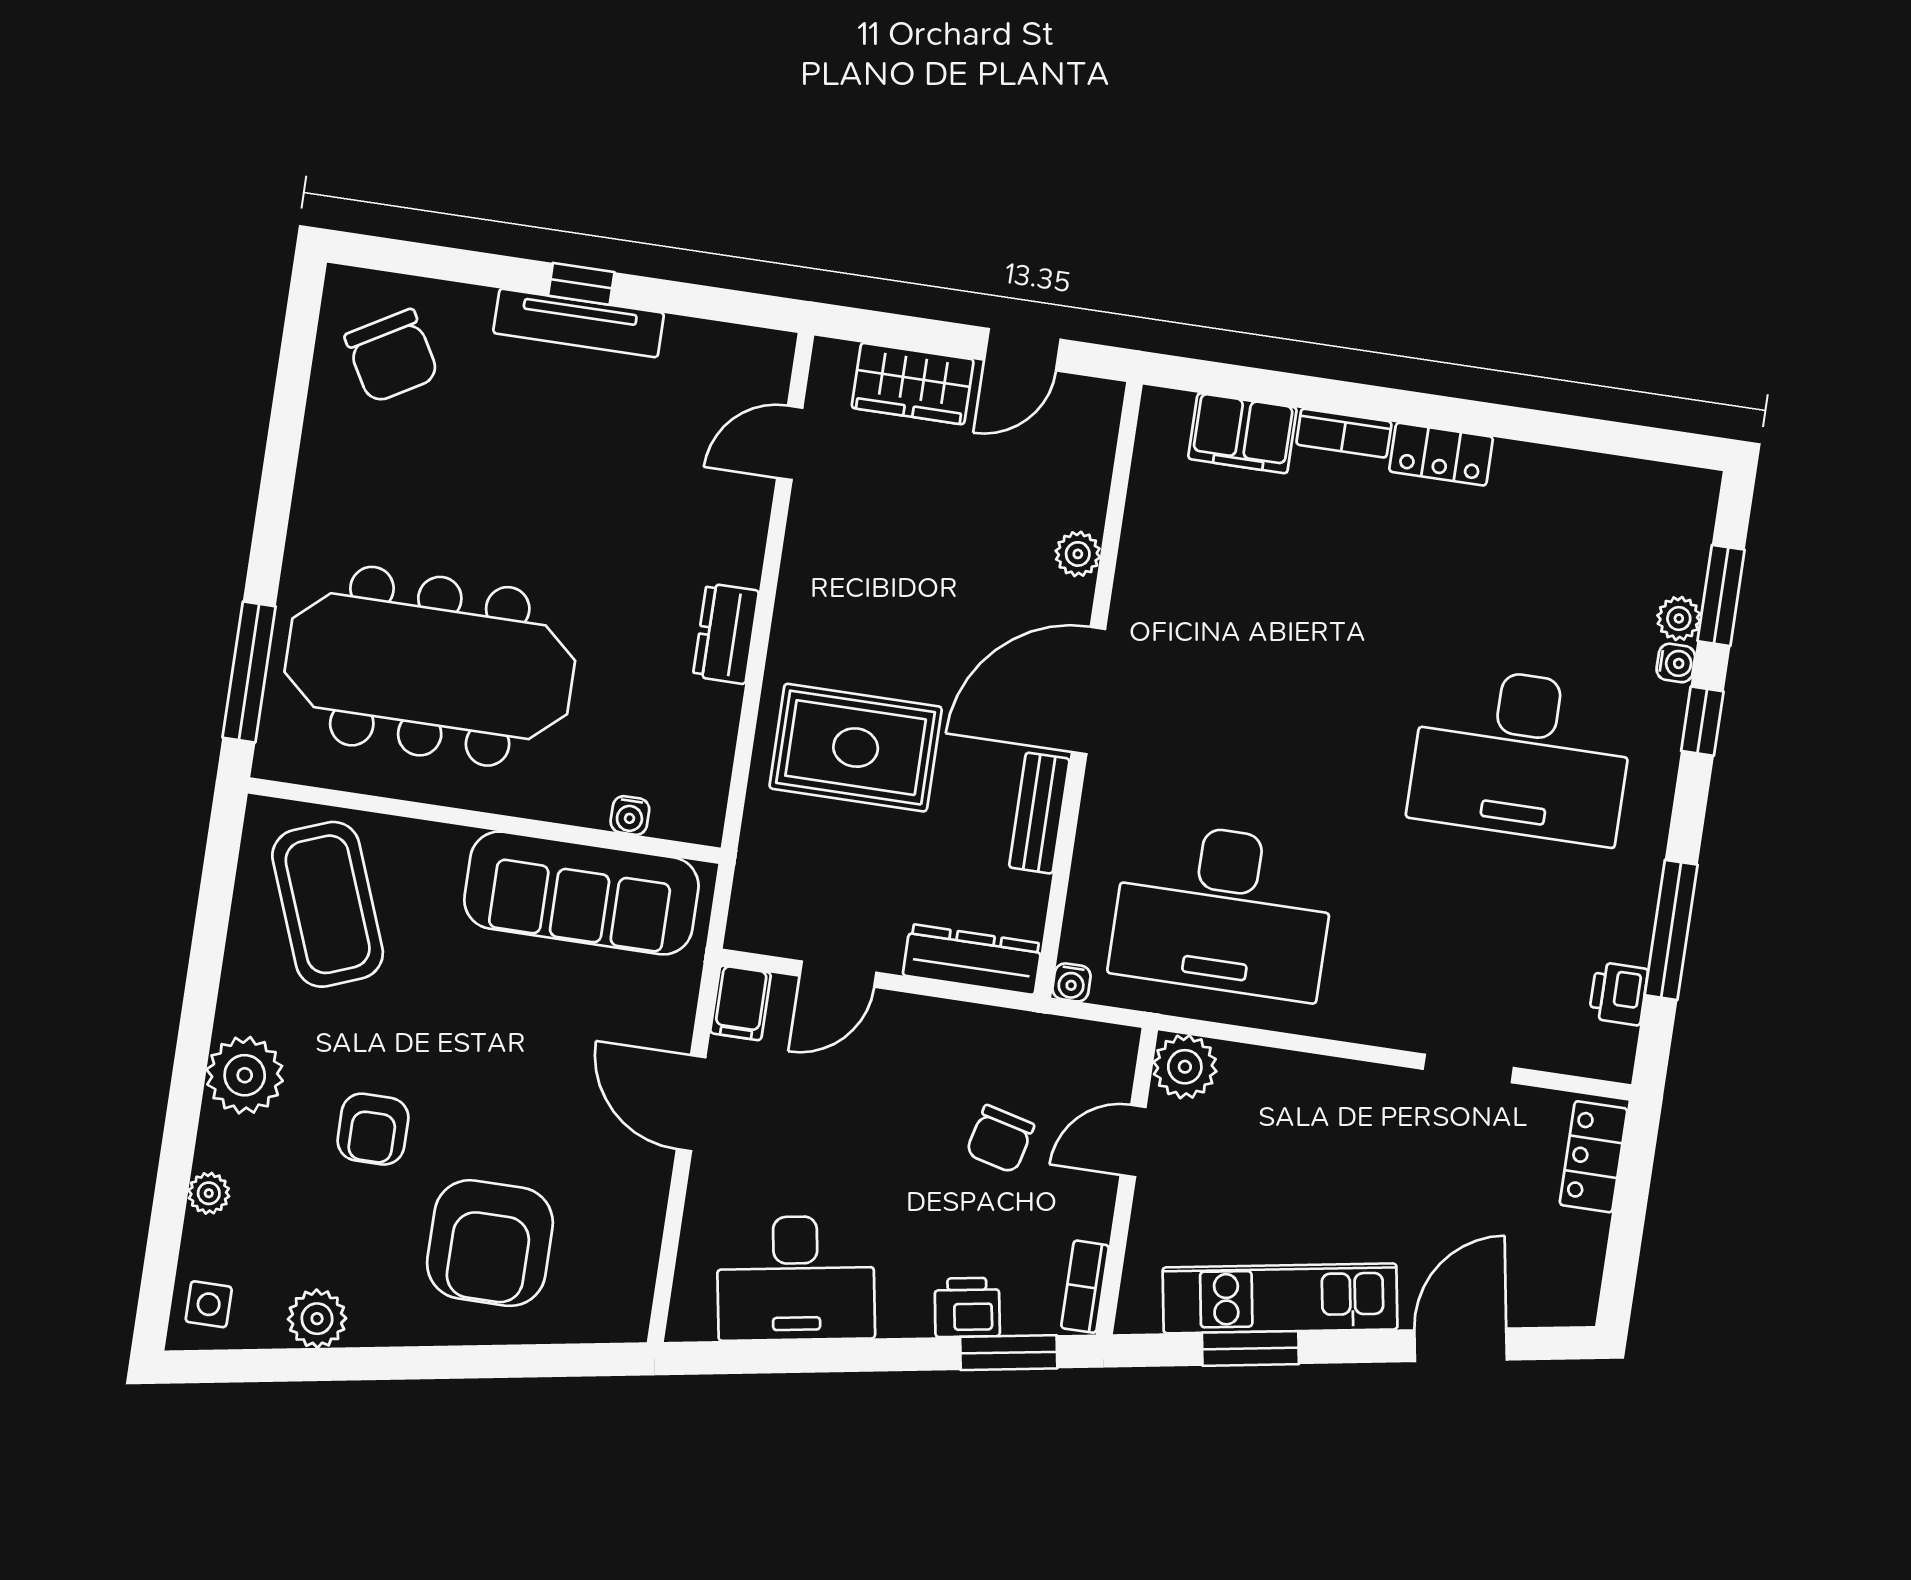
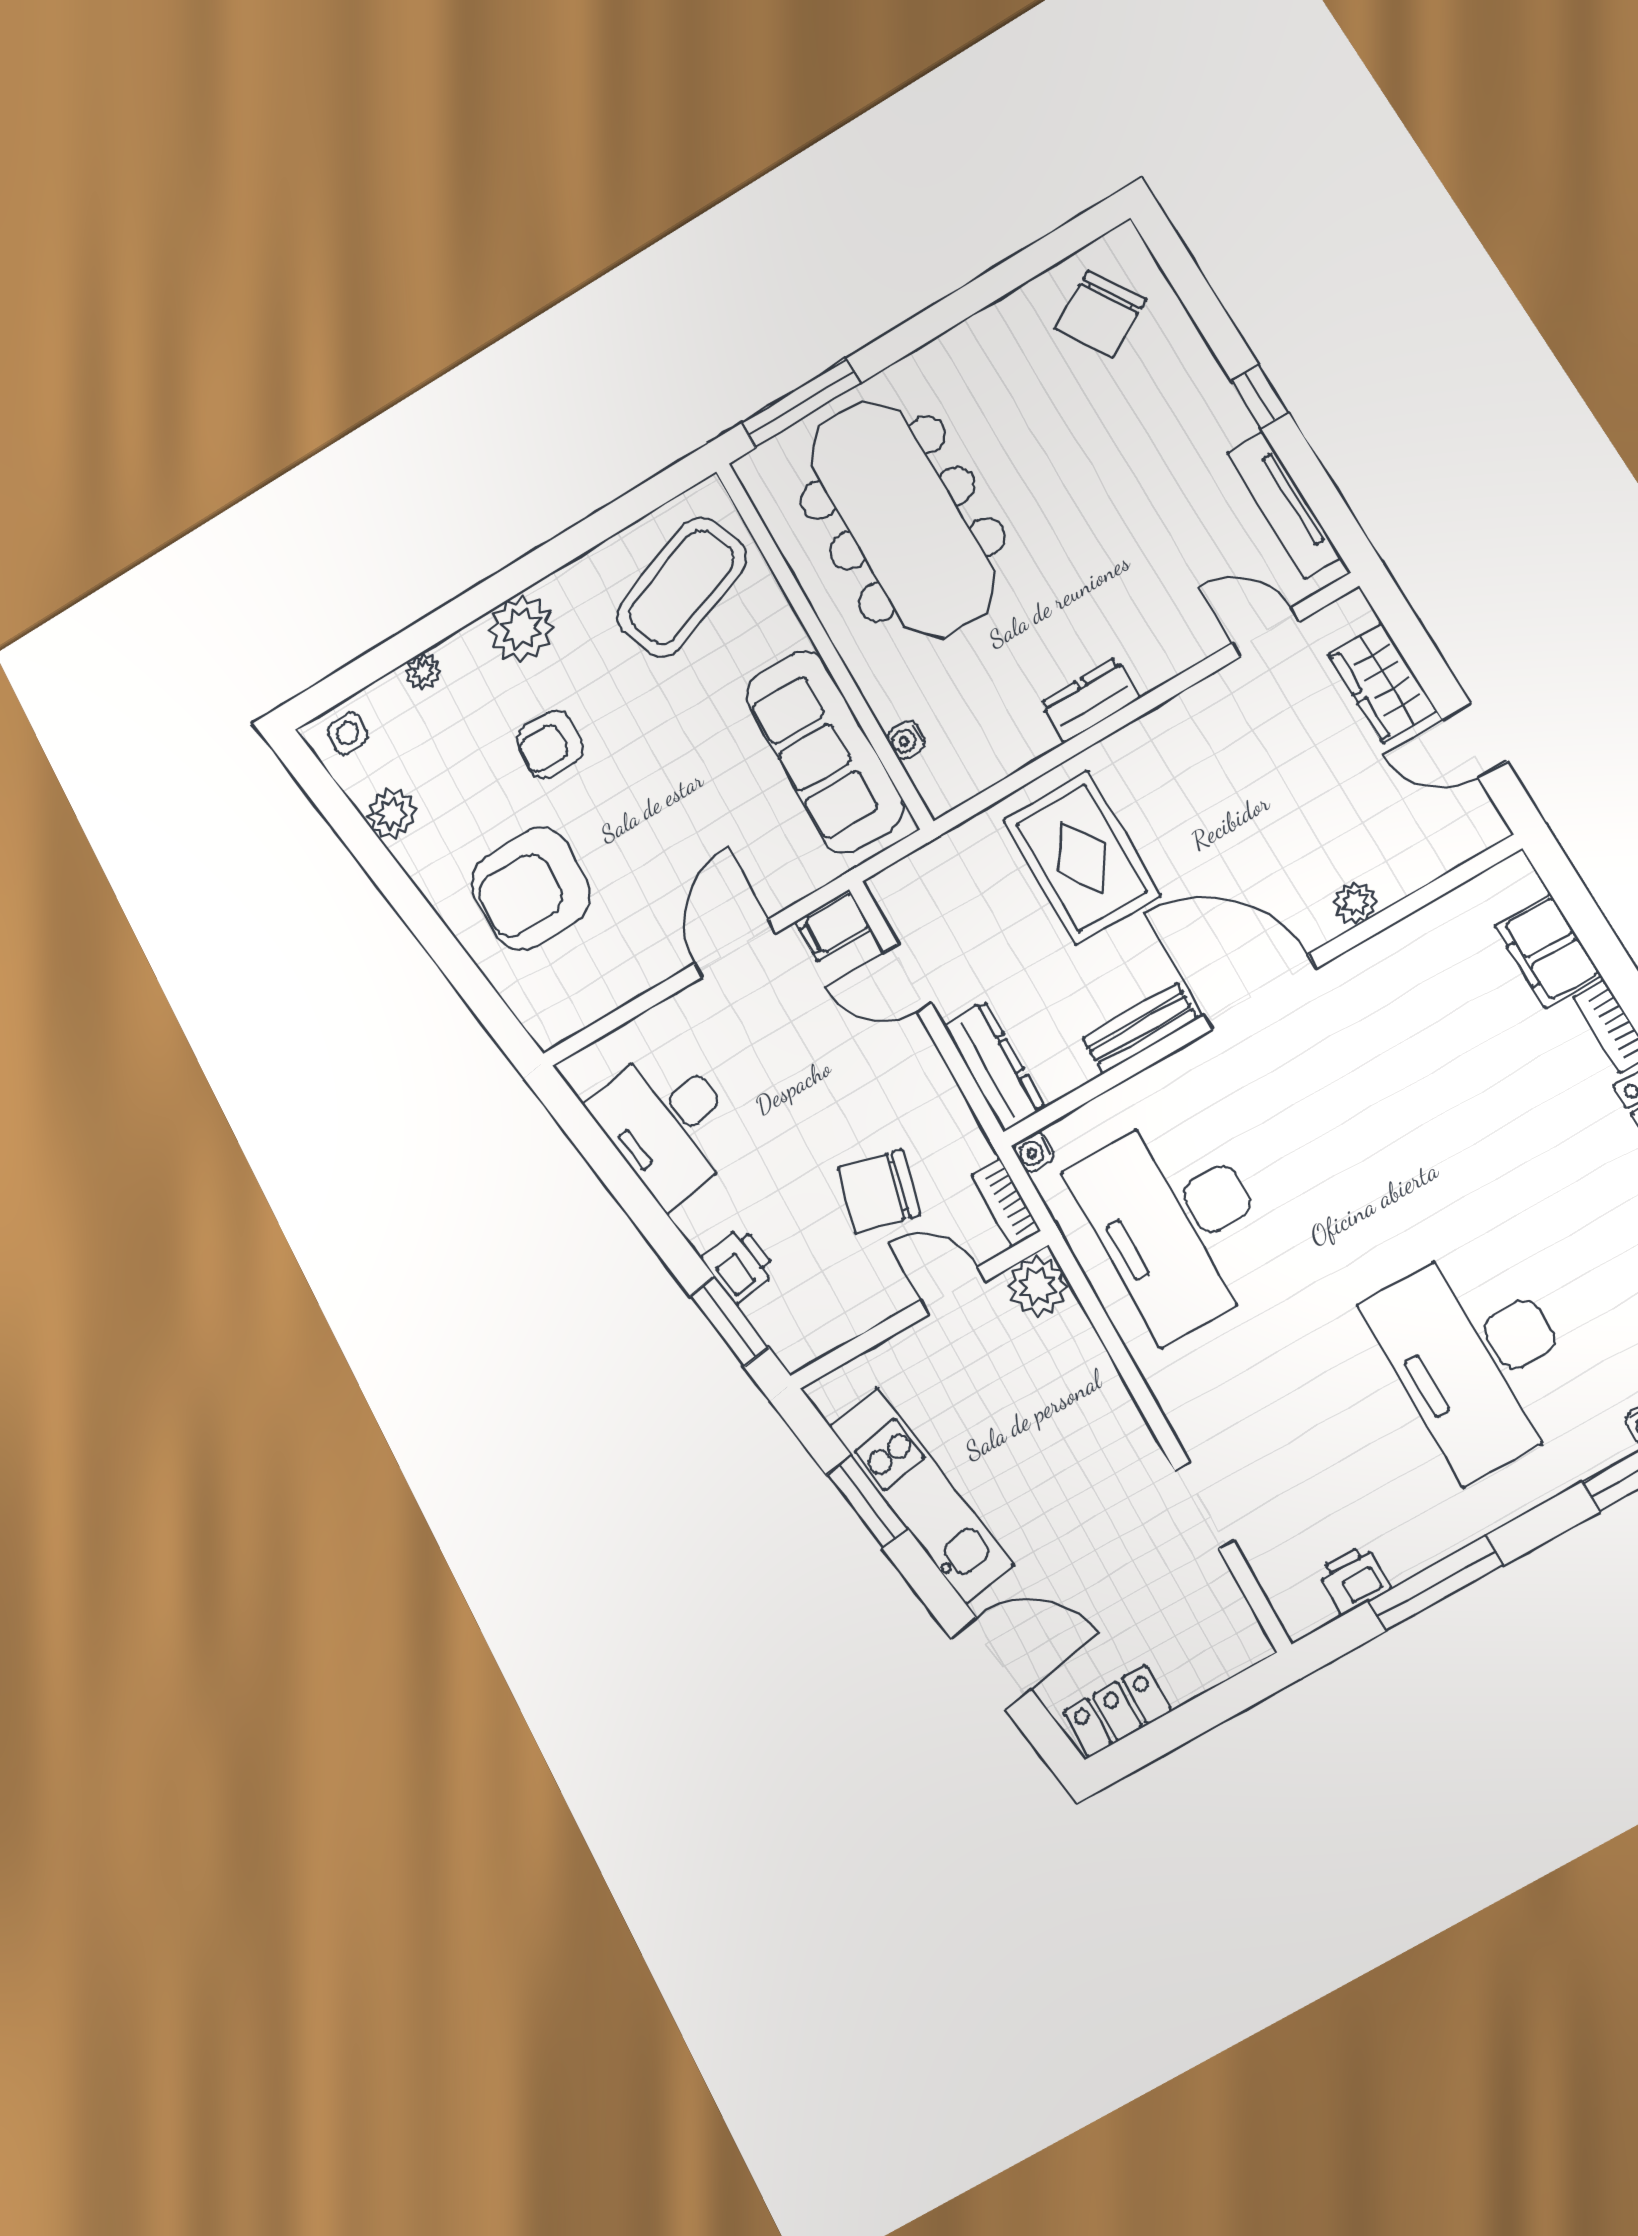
tv unit: (579, 323) -> (1284, 505), moved
chair: (1000, 1139) -> (879, 1191), width x1.37, depth x1.37
locker: (1594, 1157) -> (1117, 1711), moved
bookcase: (1085, 1287) -> (1006, 1203), moved, turned -90

